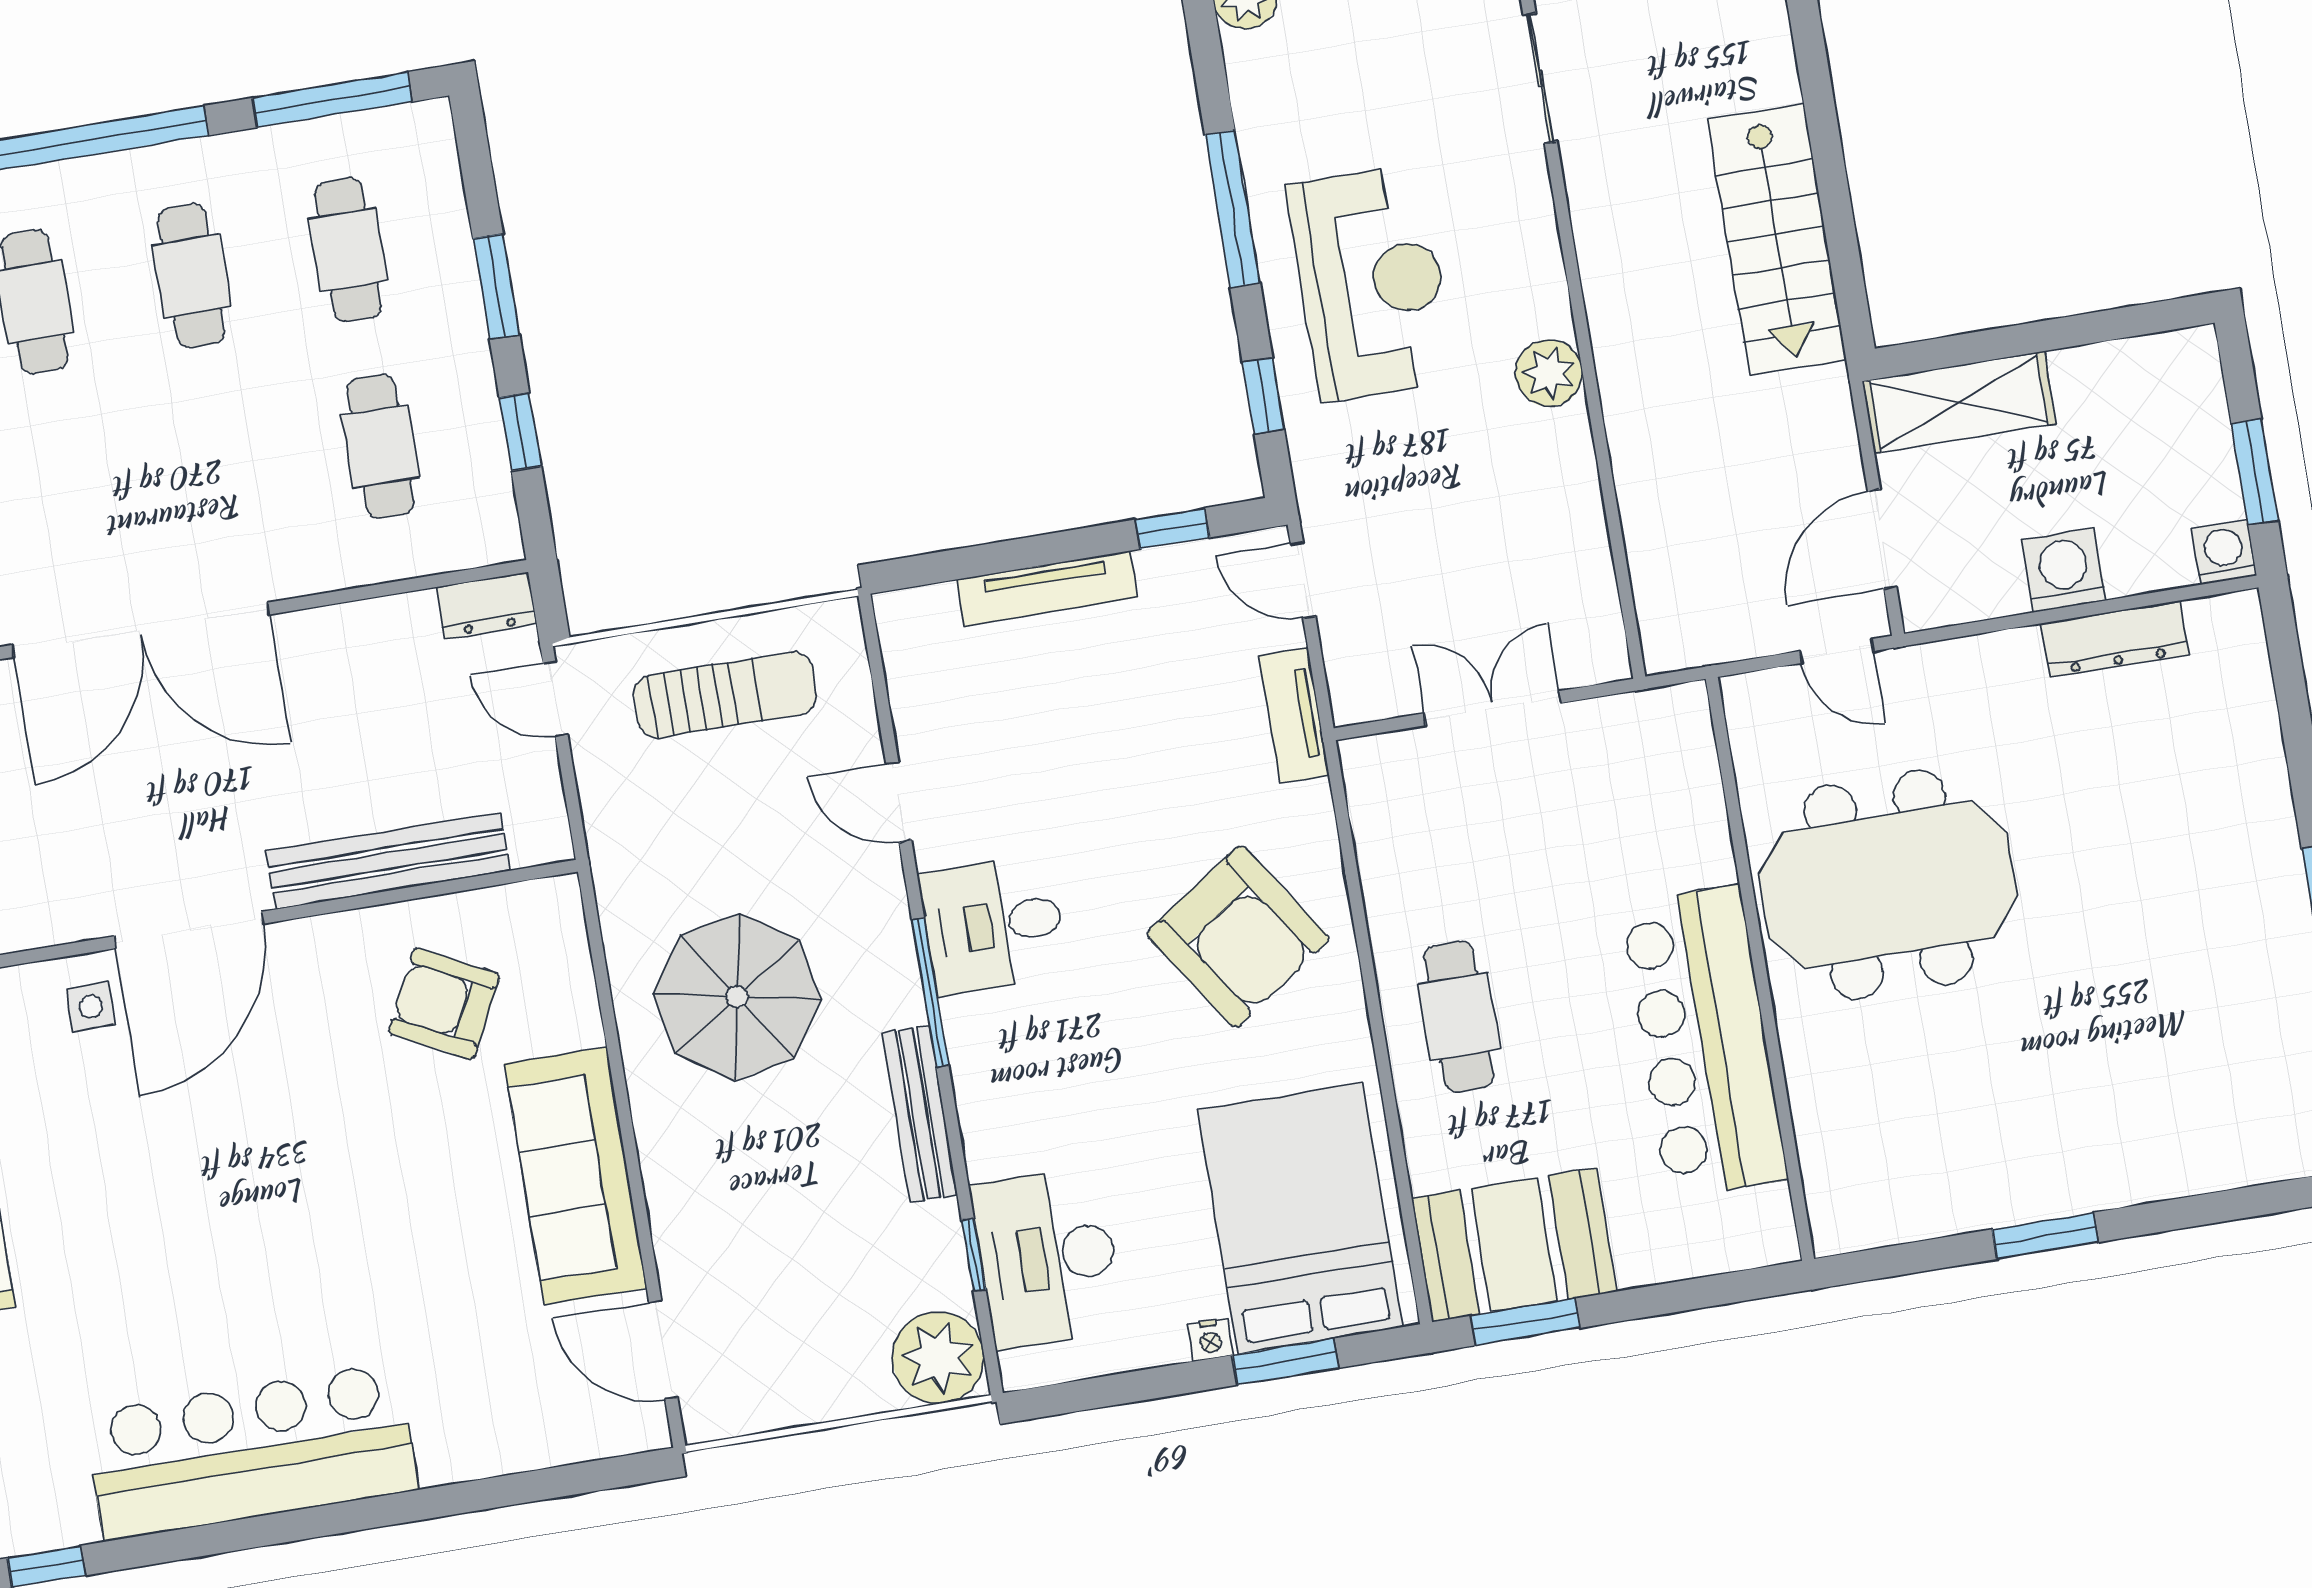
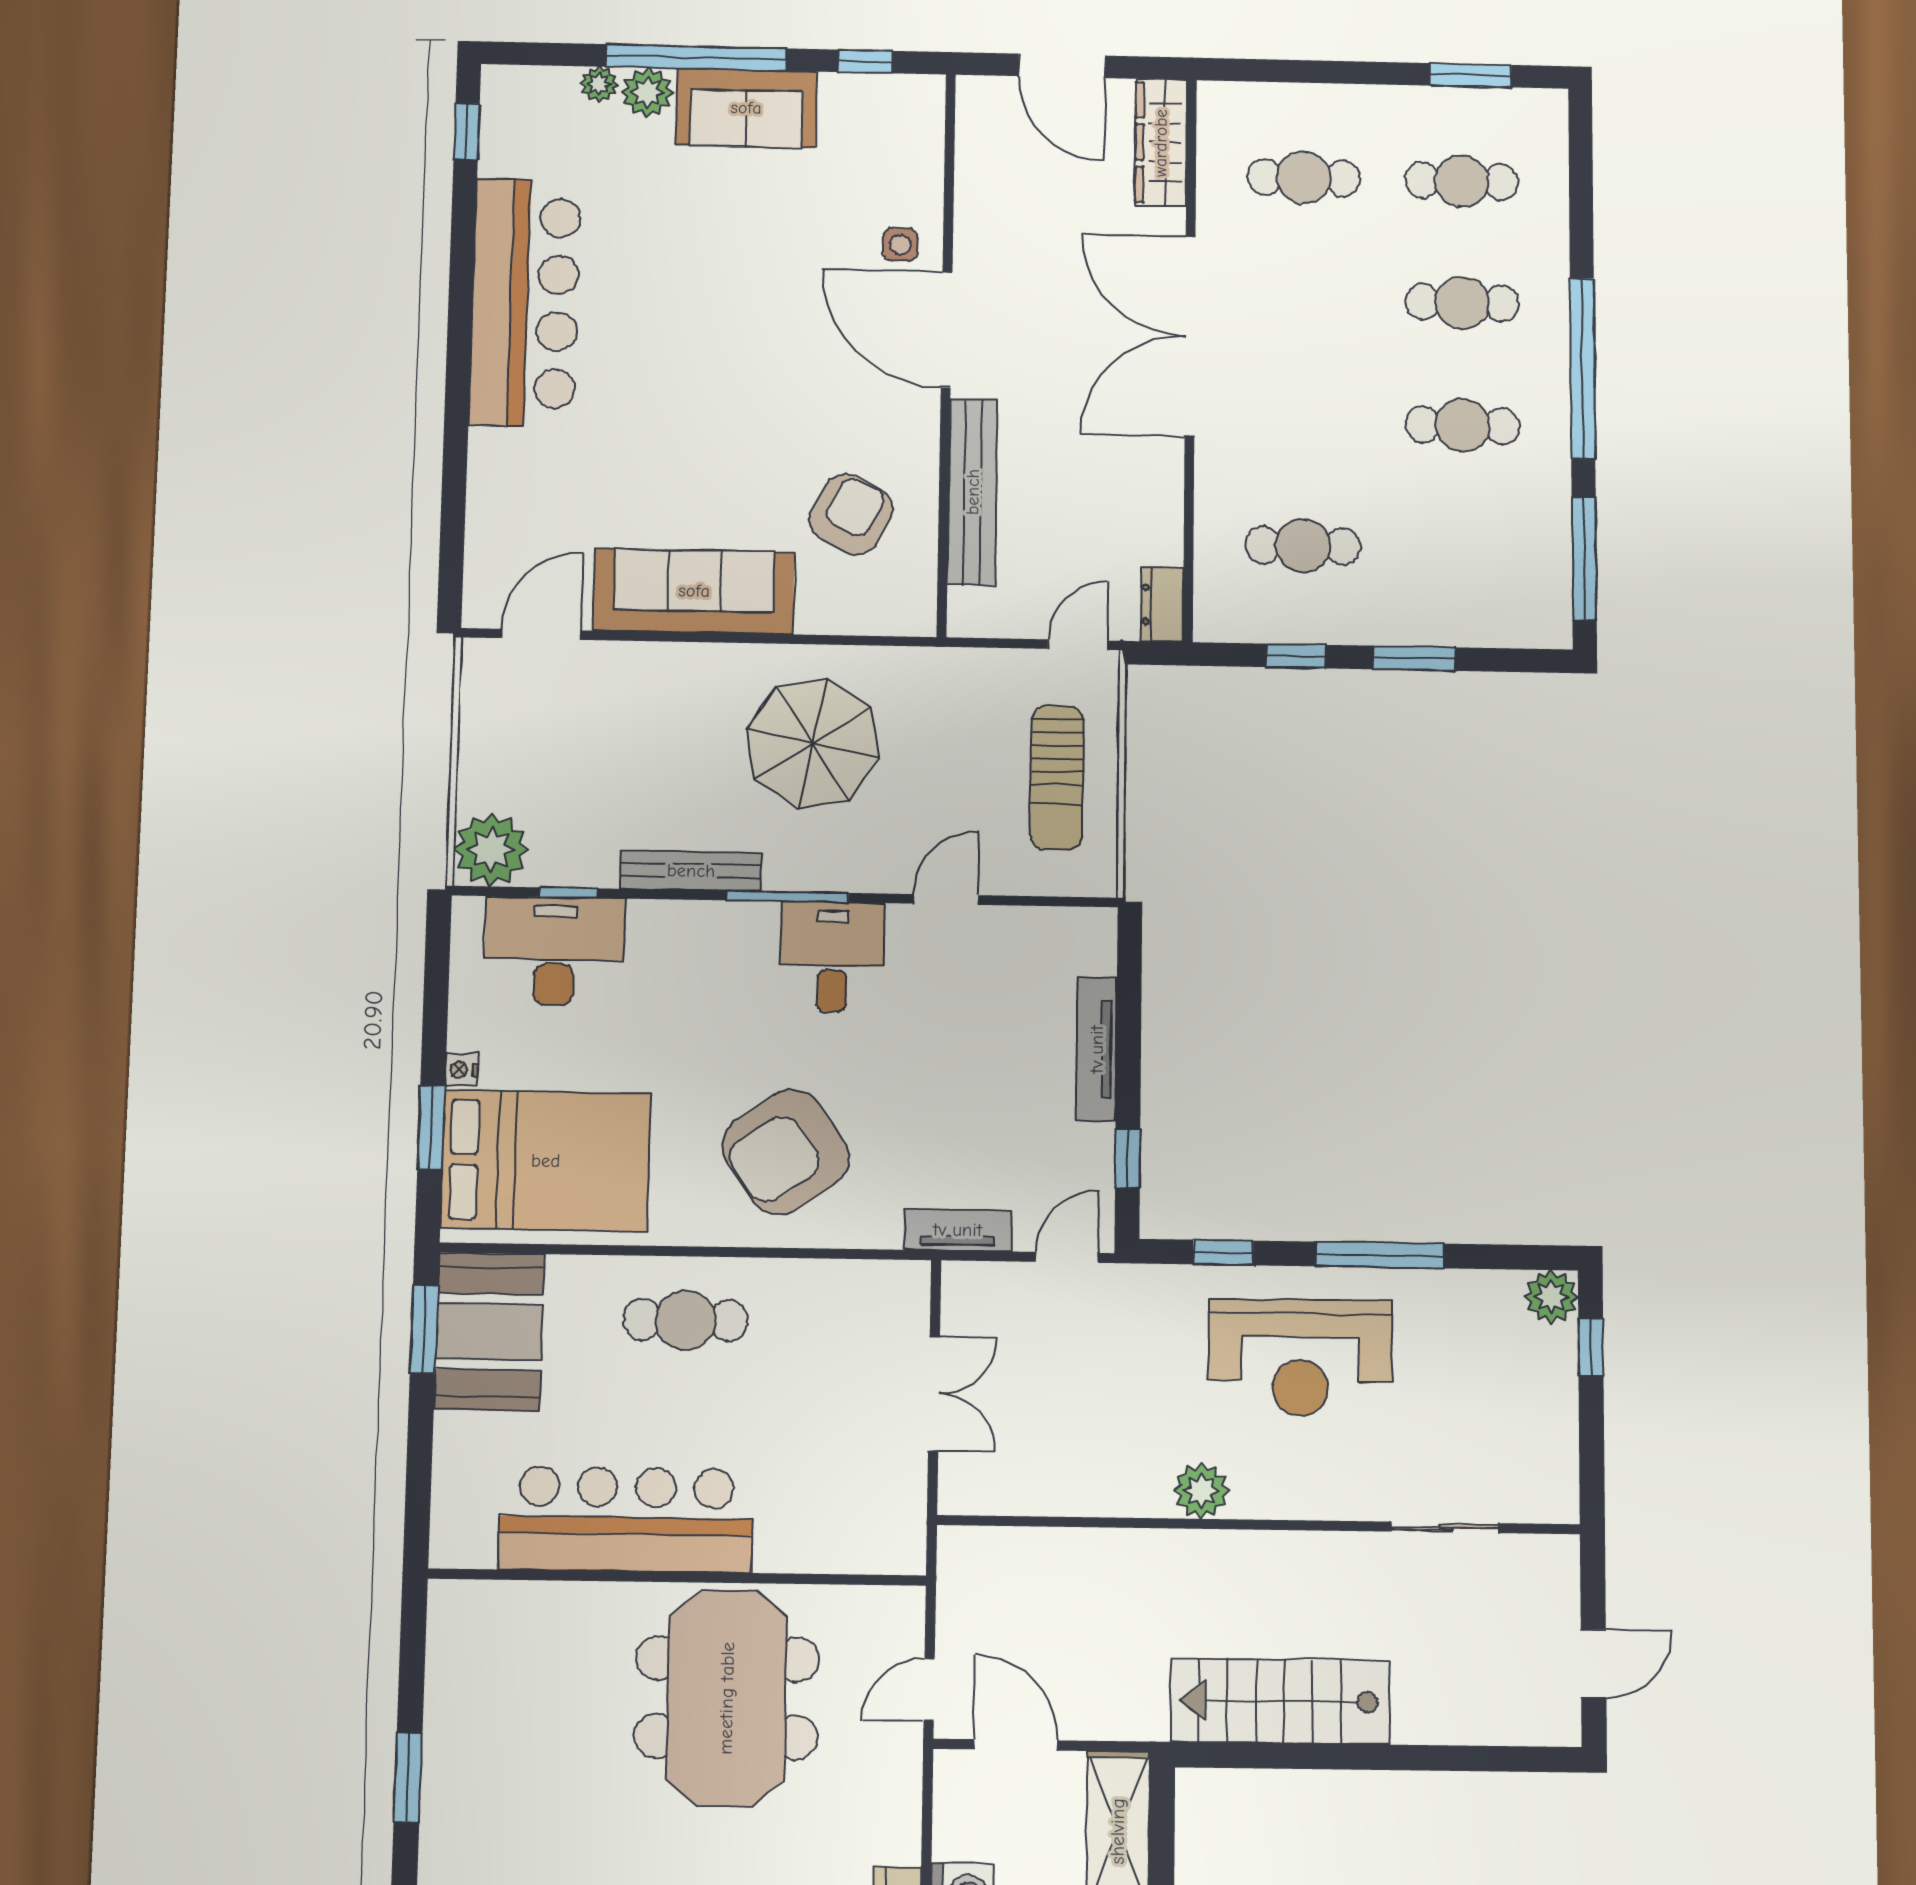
cafe table: (348, 250) -> (1463, 549), removed

